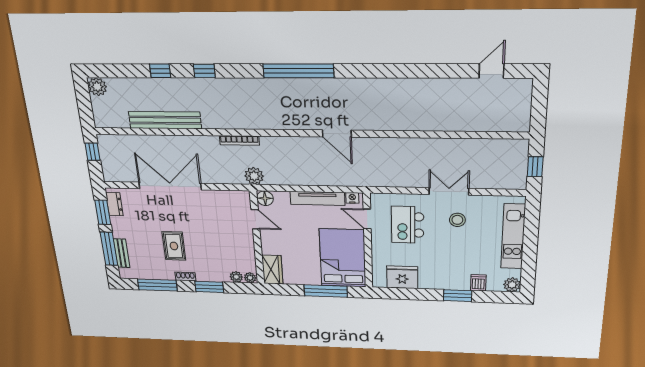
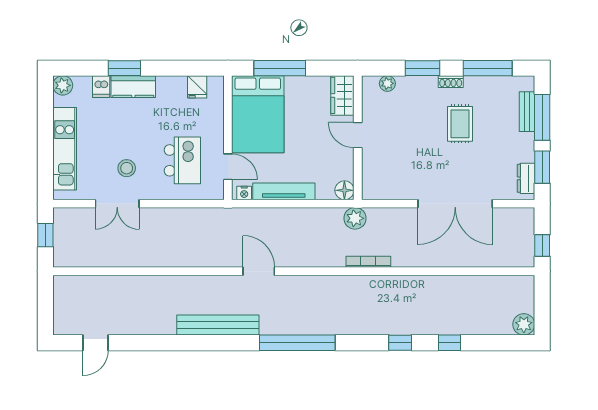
bench: (165, 120) -> (218, 325), moved
double door: (449, 191) -> (117, 204), moved
door: (255, 219) -> (358, 135), moved
fridge: (402, 277) -> (197, 87), width x0.53, depth x0.75
plant: (250, 278) -> (371, 83), removed
kitchen counter: (450, 282) -> (133, 87), added

